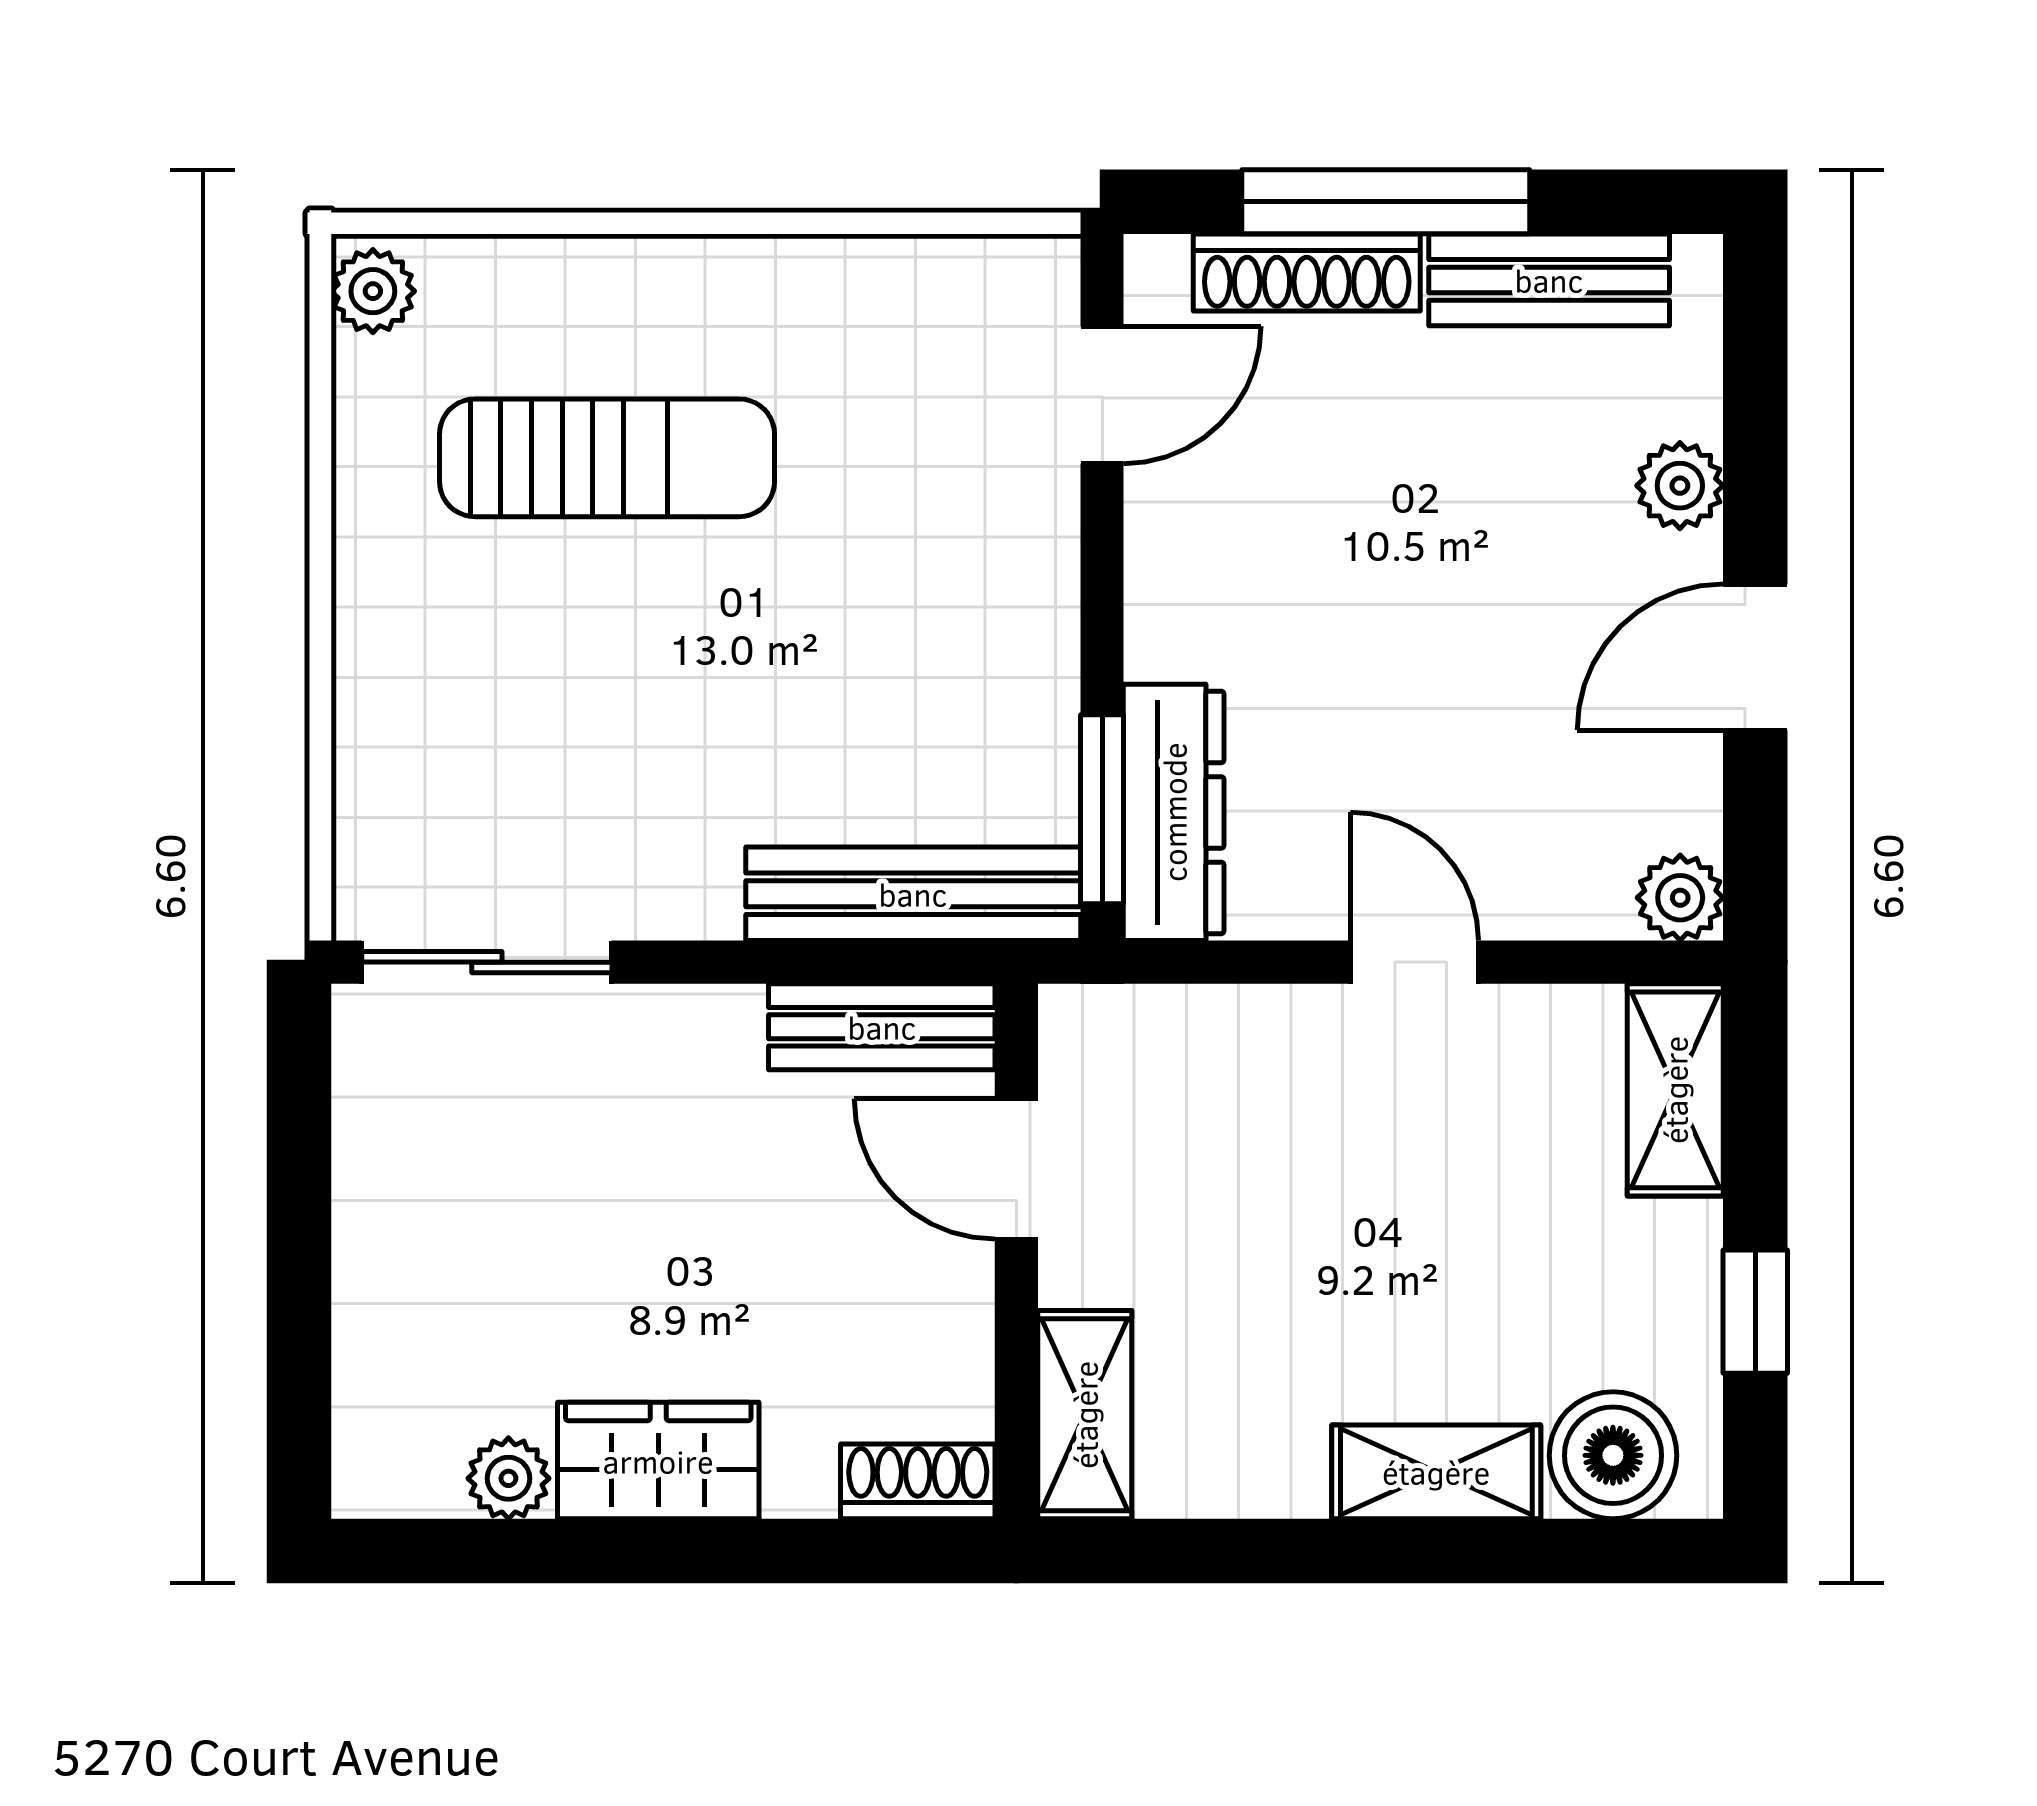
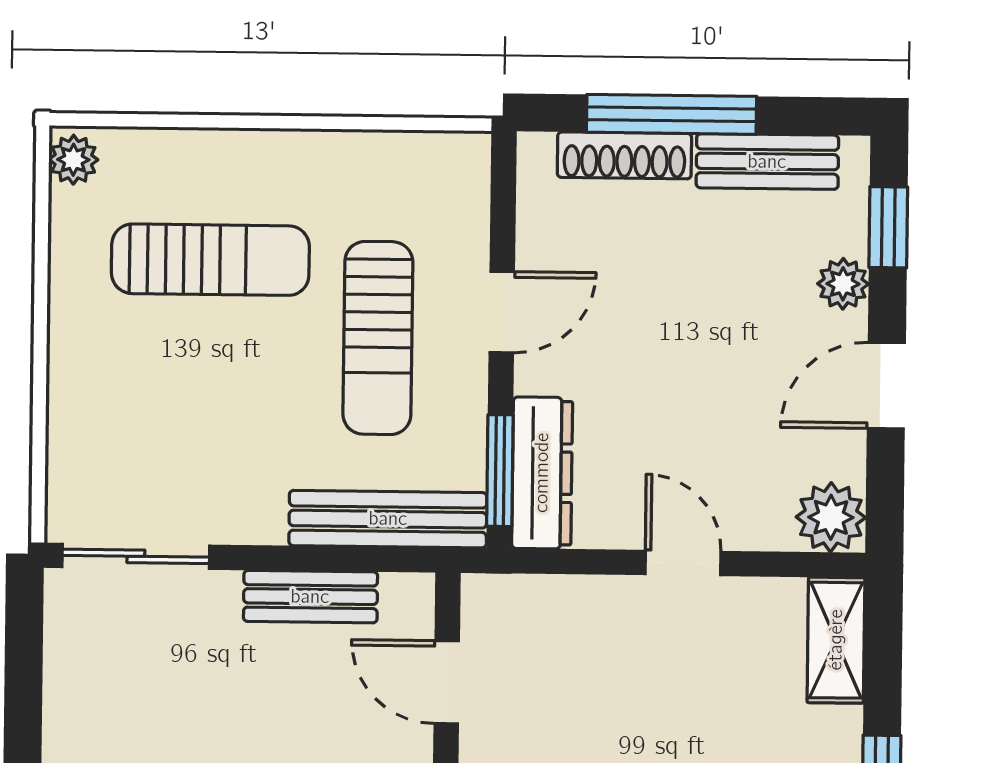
window: (1755, 389) -> (888, 227), added
door: (1102, 395) -> (502, 312), moved
sun lounger: (893, 587) -> (378, 338), added
plant: (1680, 898) -> (831, 517), width x1.38, depth x1.38
bench: (882, 1027) -> (310, 597), moved

